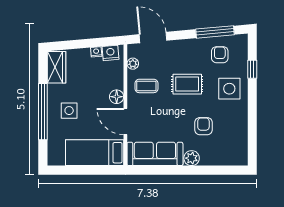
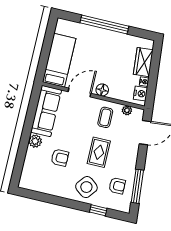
wardrobe: (56, 67) -> (143, 62), moved, turned 85
side table: (229, 89) -> (86, 187), turned 38
side table: (69, 111) -> (100, 47), removed

